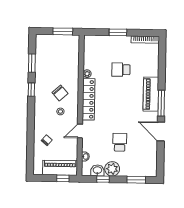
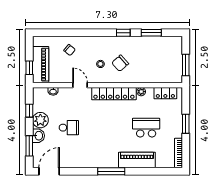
locker: (89, 51) -> (165, 93), added
school desk: (121, 70) -> (146, 128), width x1.85
piano: (151, 94) -> (137, 160), moved
door: (161, 132) -> (49, 171), moved
washbasin: (97, 170) -> (38, 136), moved

